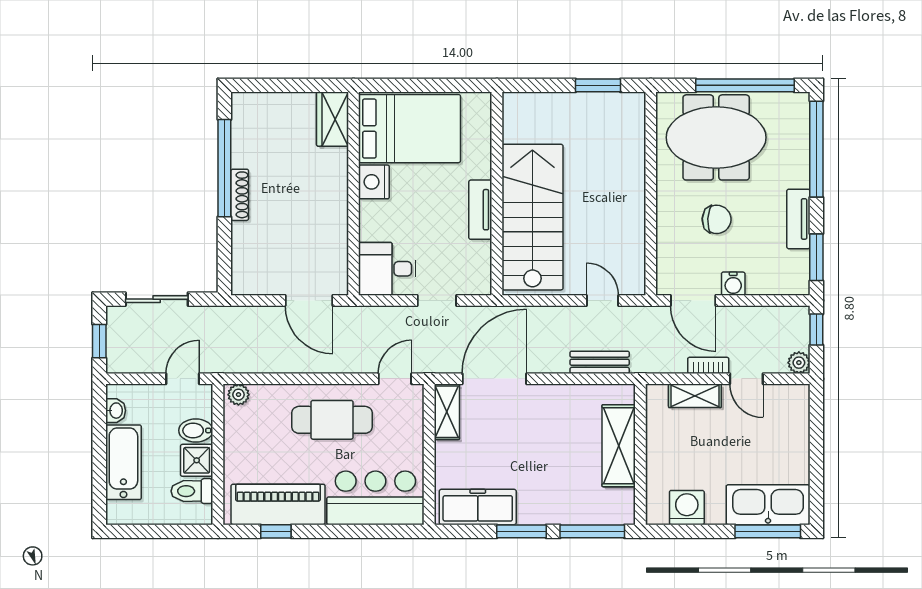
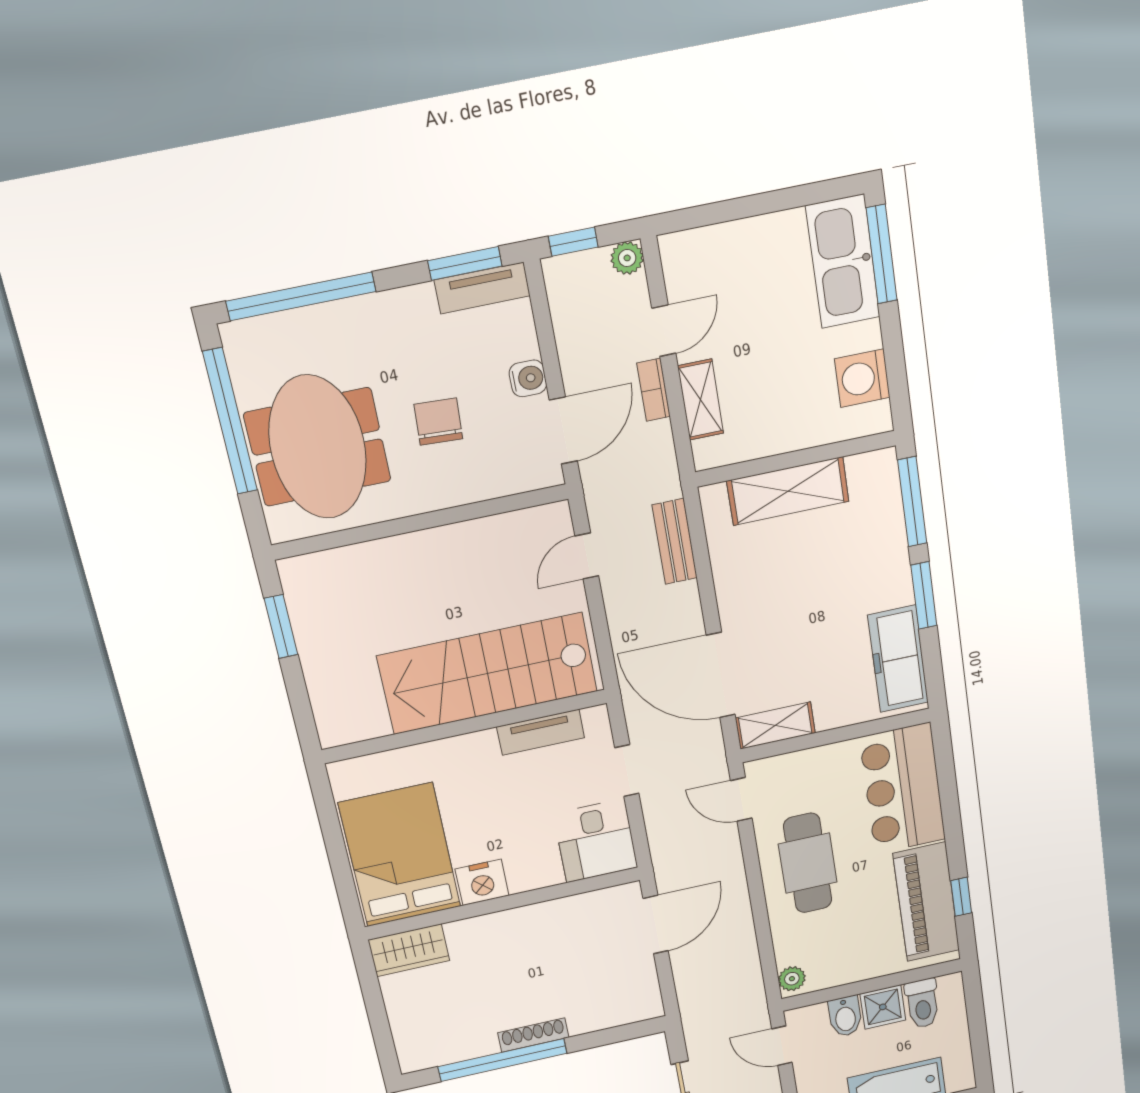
tv unit: (480, 210) -> (541, 732), moved
tv unit: (798, 219) -> (482, 288), moved

